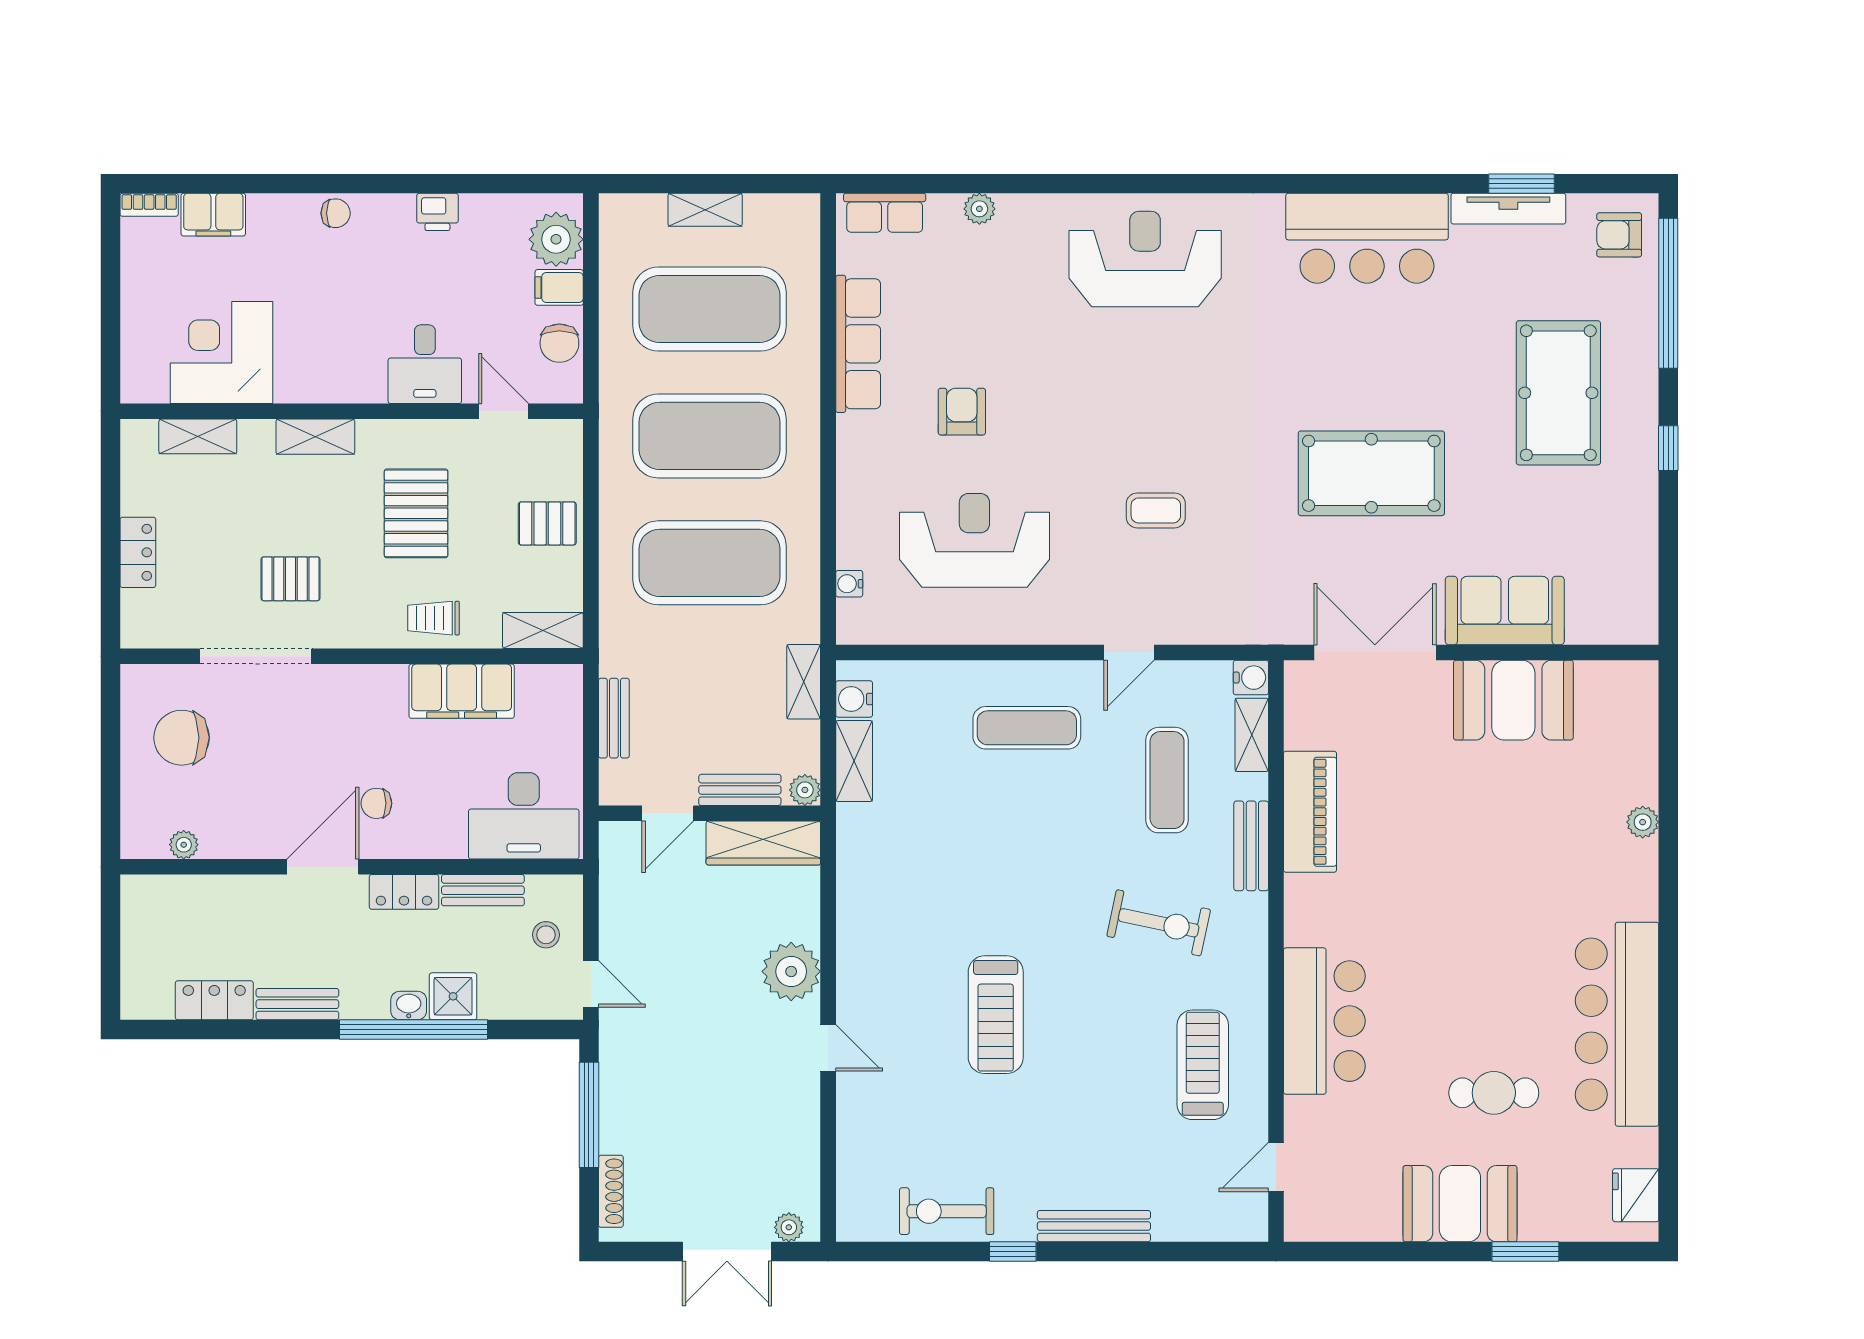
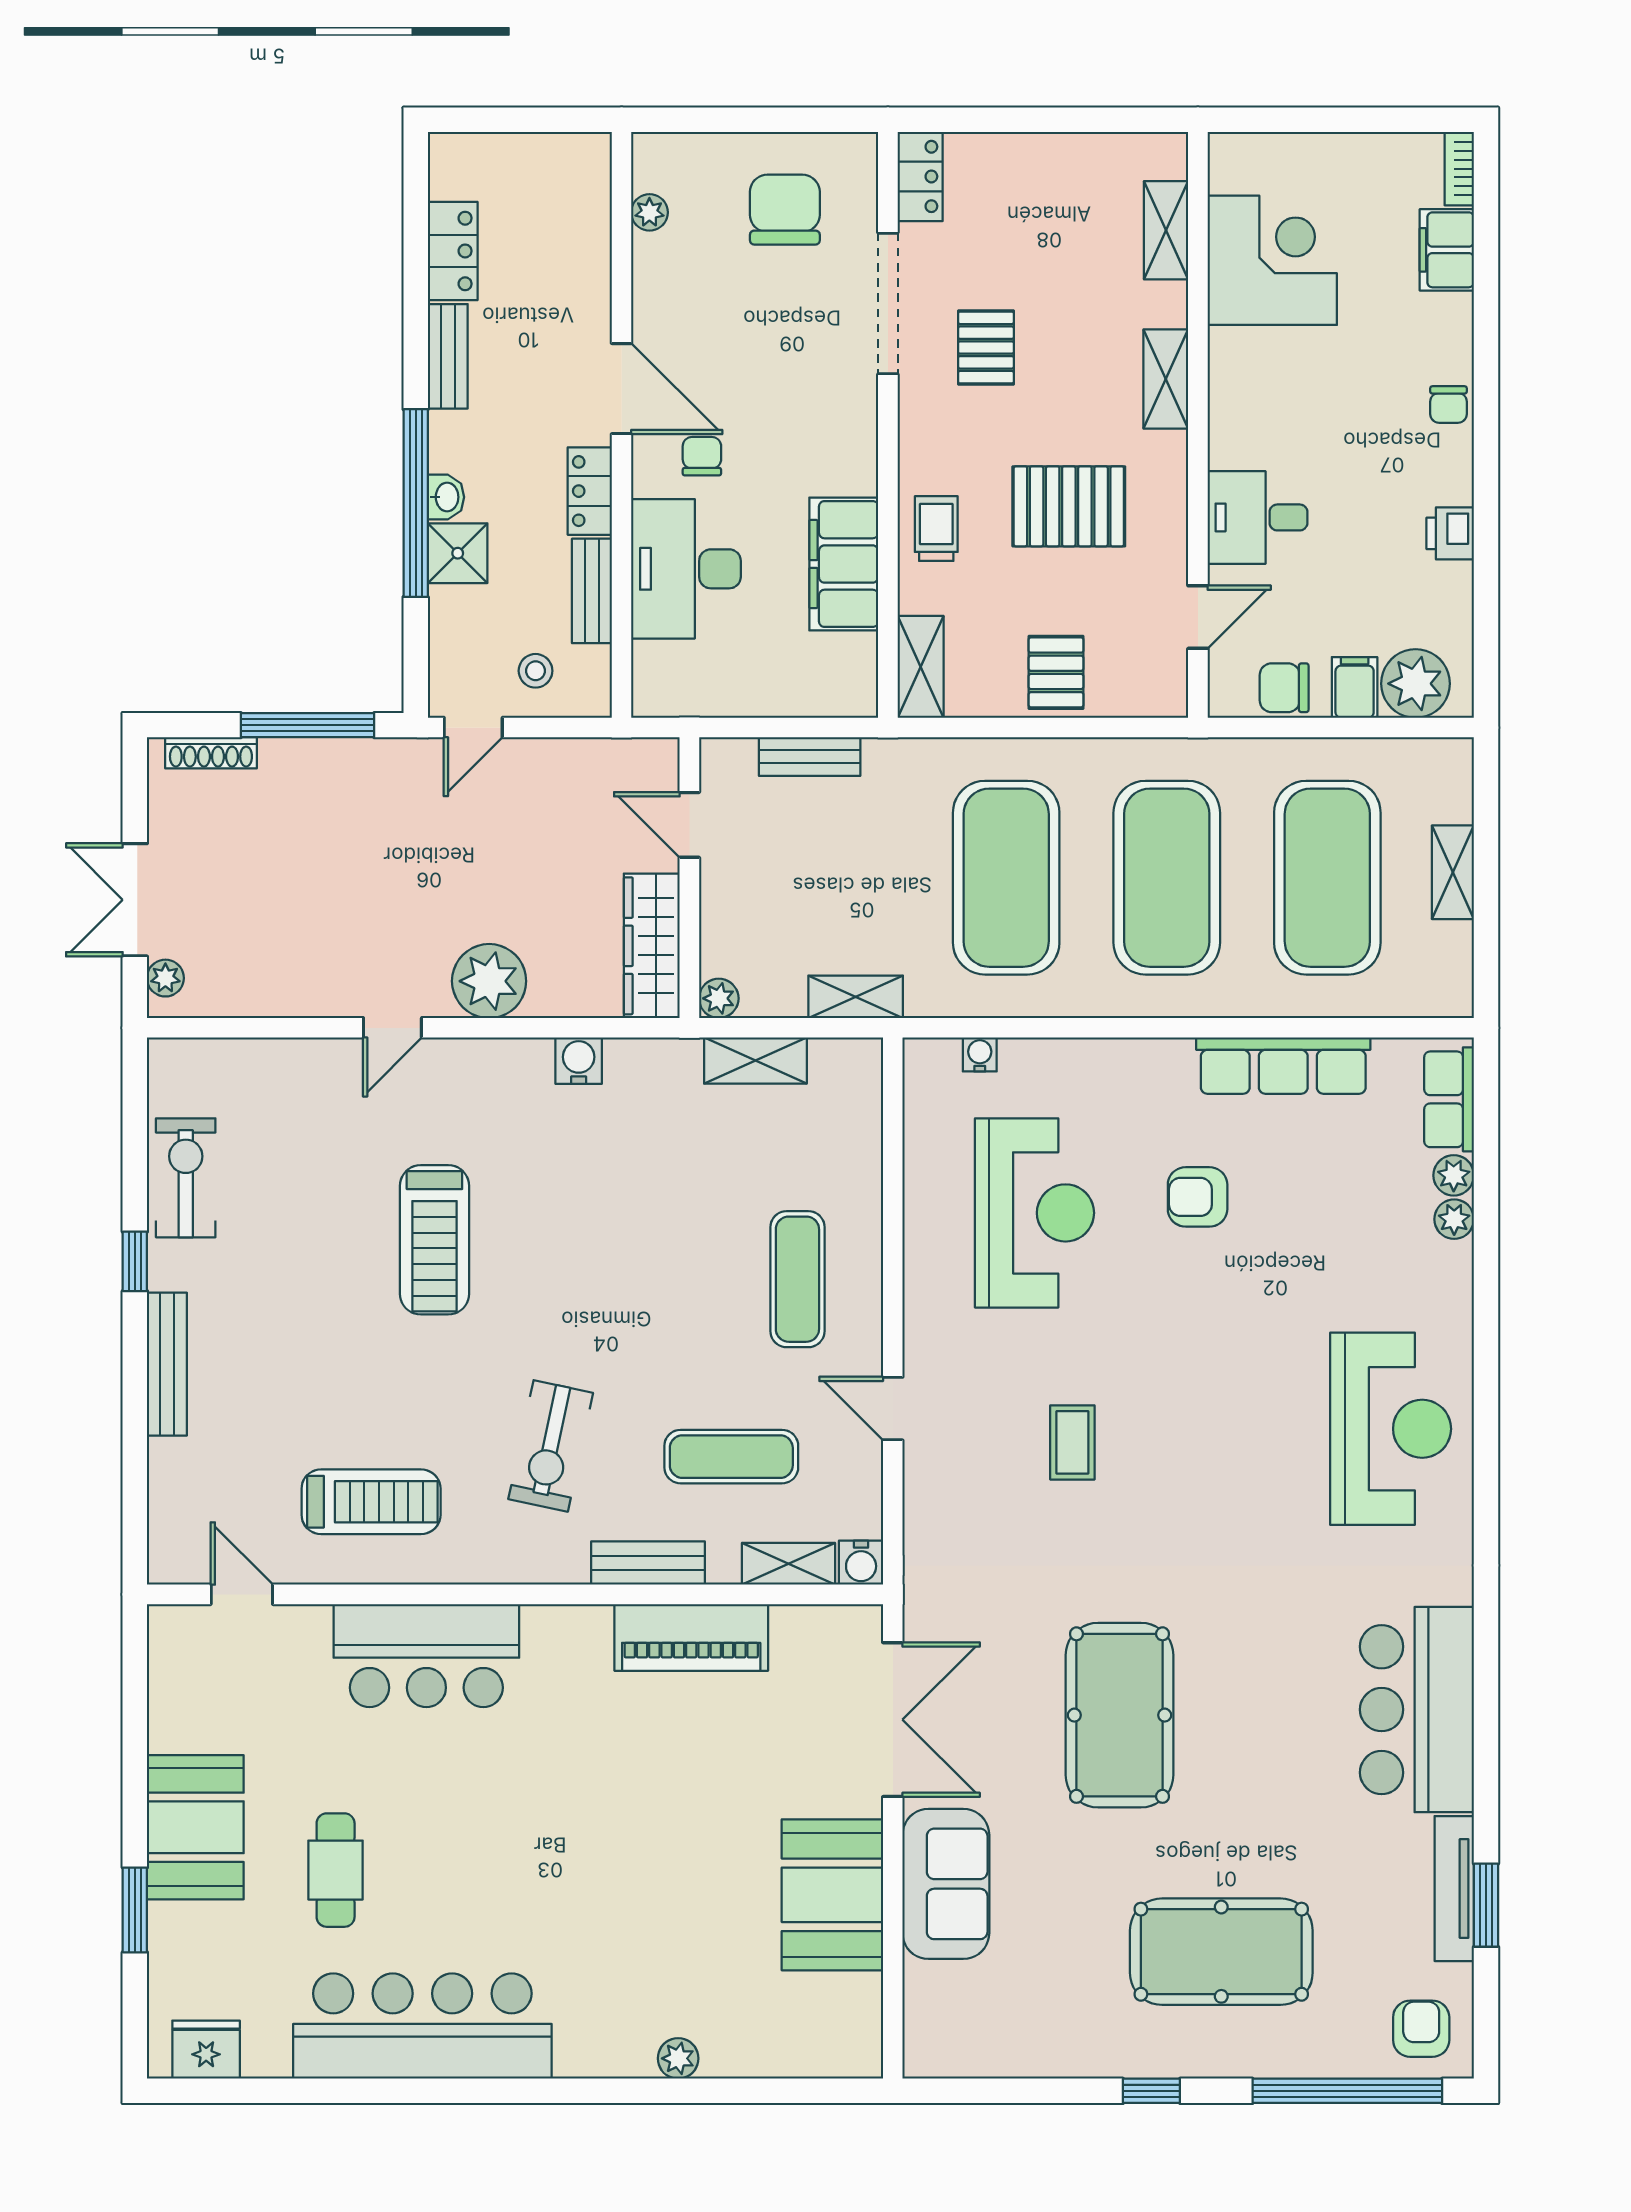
plant: (945, 209) -> (1454, 1175), added
armchair: (962, 412) -> (1198, 1197), turned 180
locker: (138, 552) -> (920, 176), moved, turned -90
water cooler: (854, 699) -> (579, 1061), moved
bench: (740, 790) -> (719, 916), removed
desk: (524, 816) -> (686, 569), moved
treadmill: (996, 1015) -> (434, 1240), turned -90

